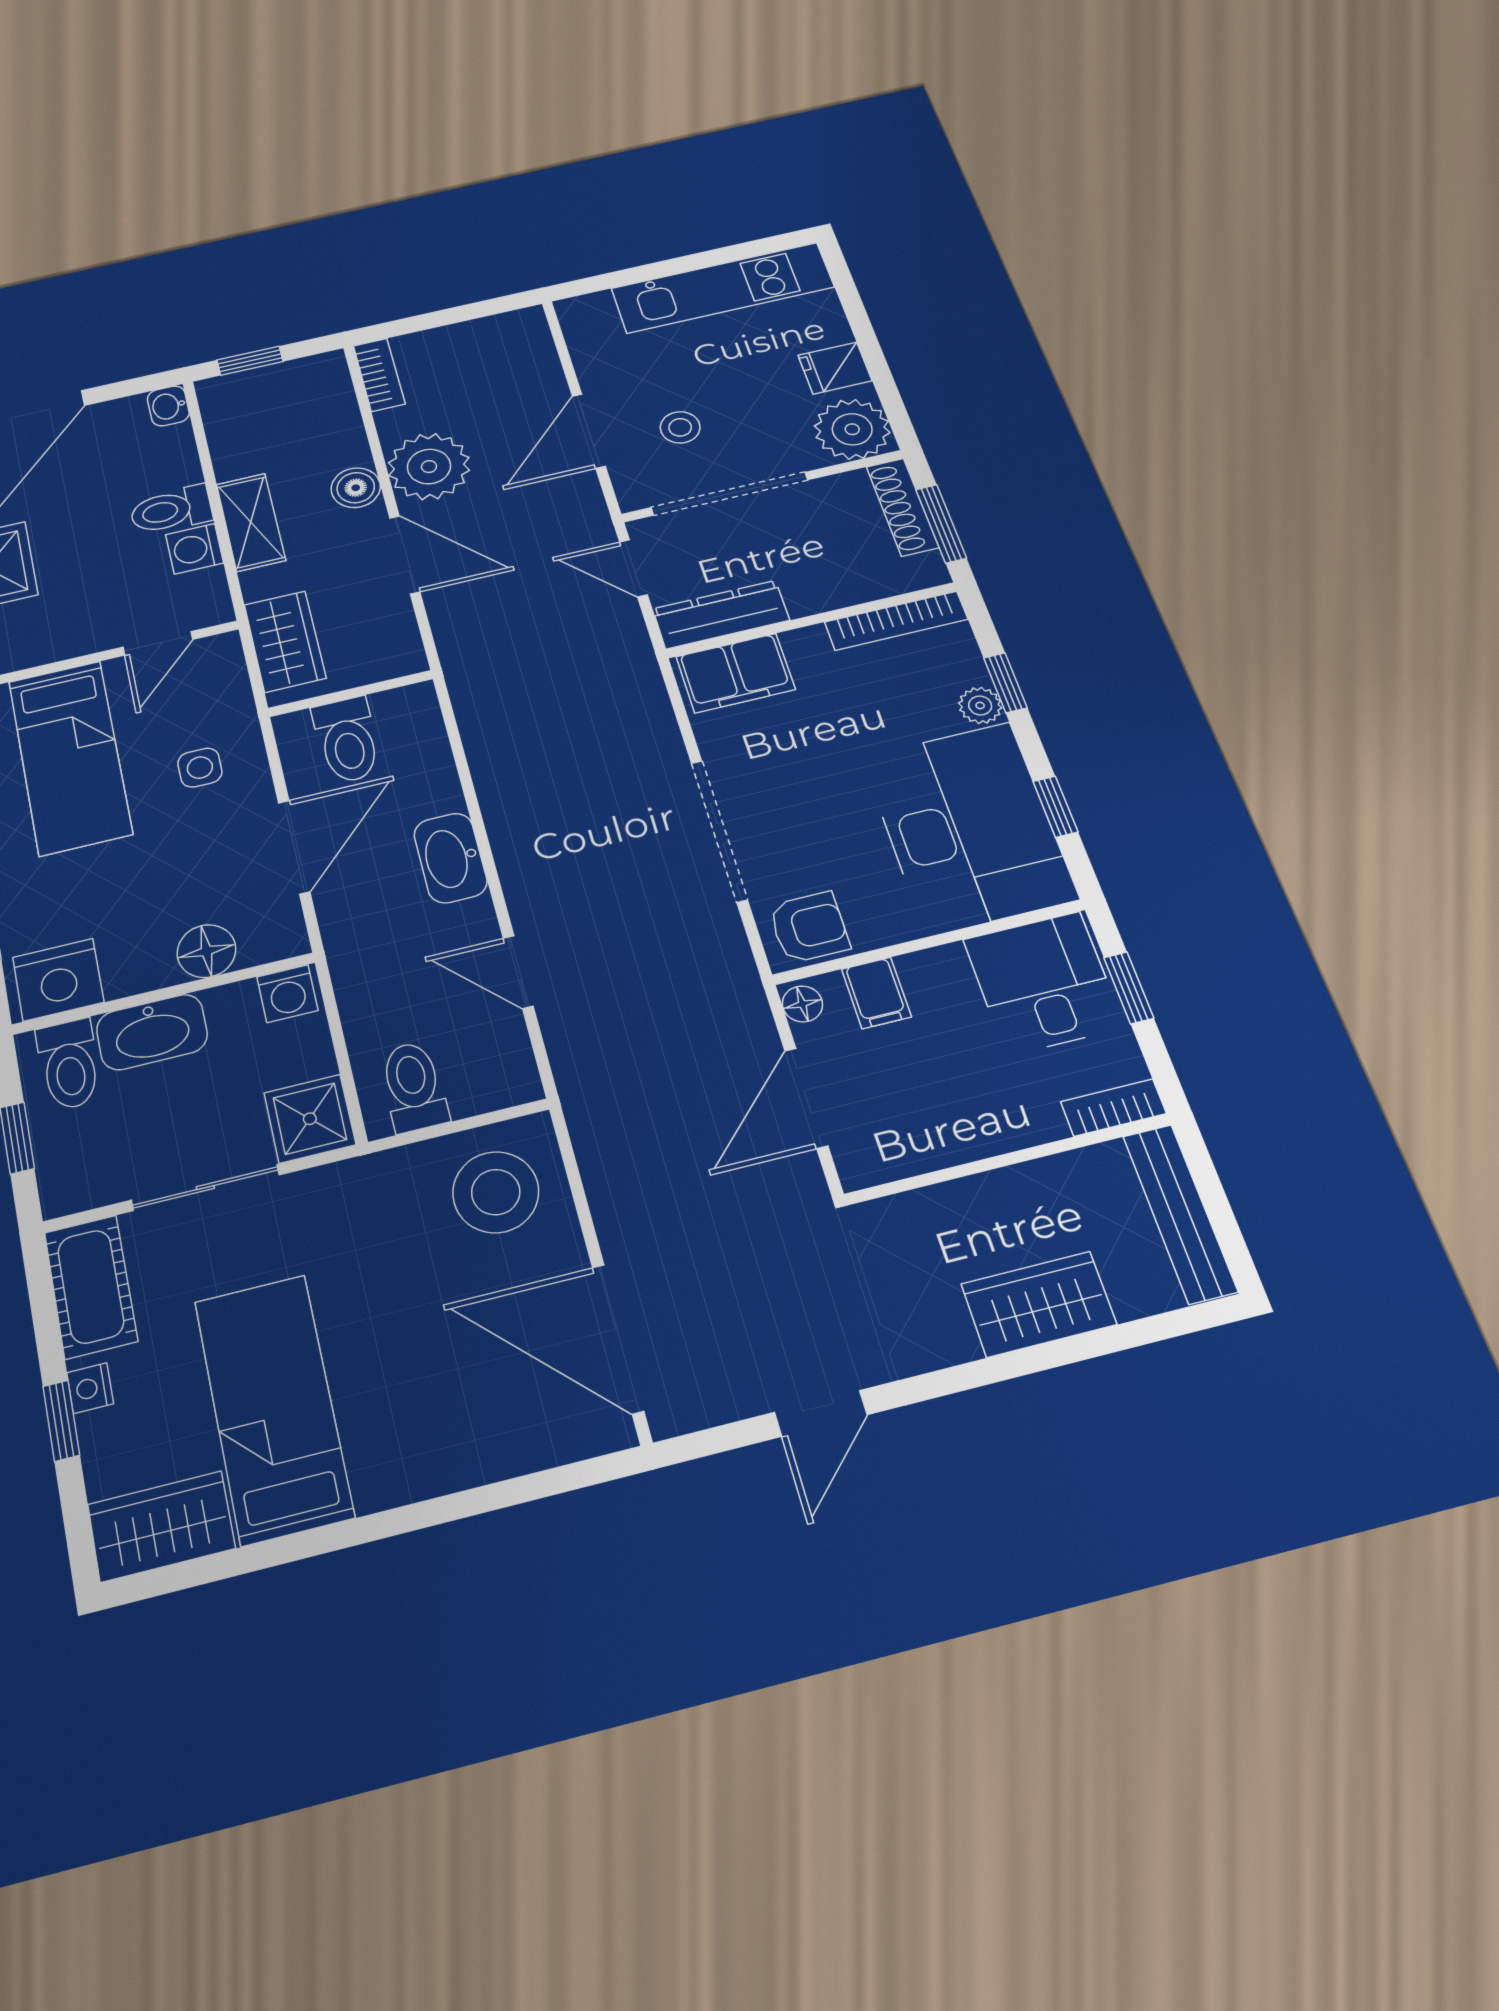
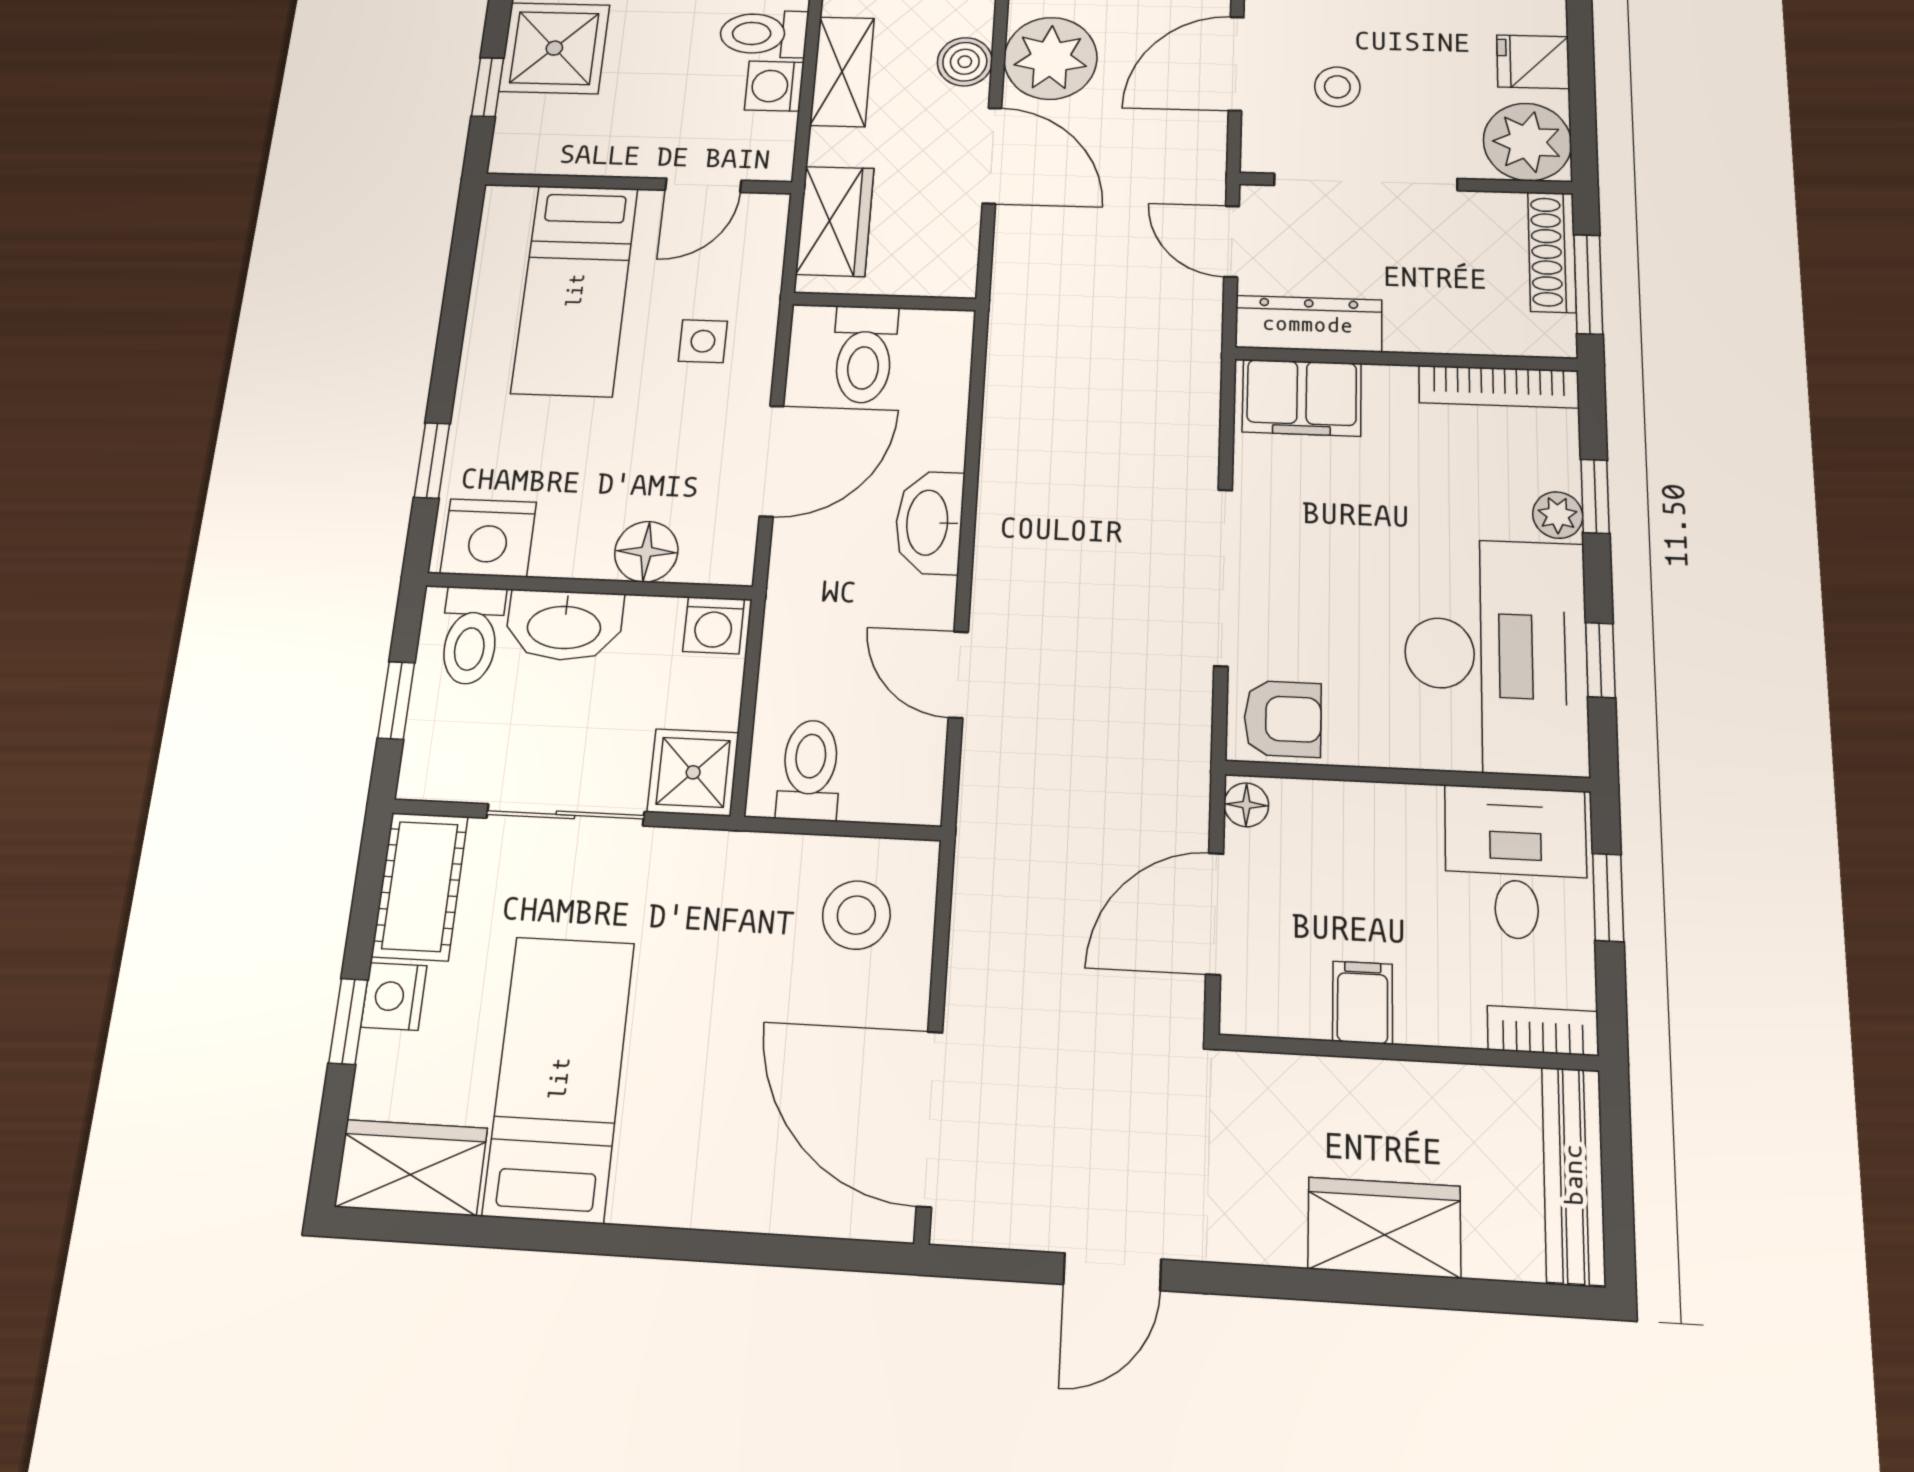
filing cabinet: (876, 993) -> (1363, 1003), moved, turned 180
stool: (496, 1192) -> (856, 915), width x0.73, depth x0.73
nightstand: (90, 1388) -> (394, 996), width x1.39, depth x1.35

